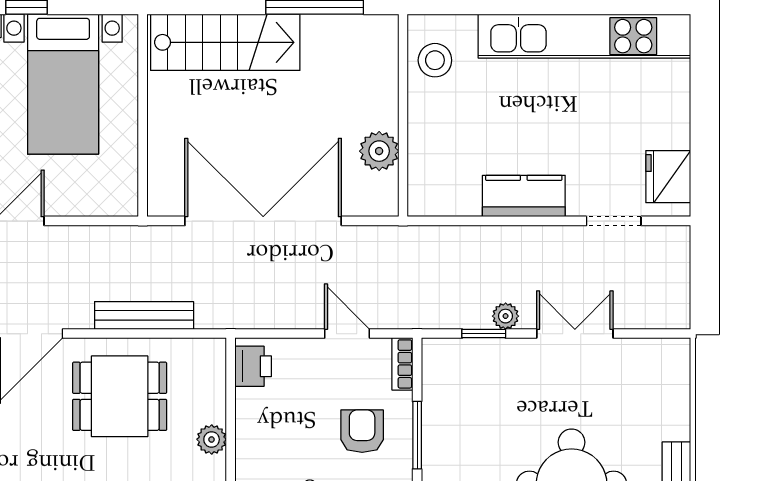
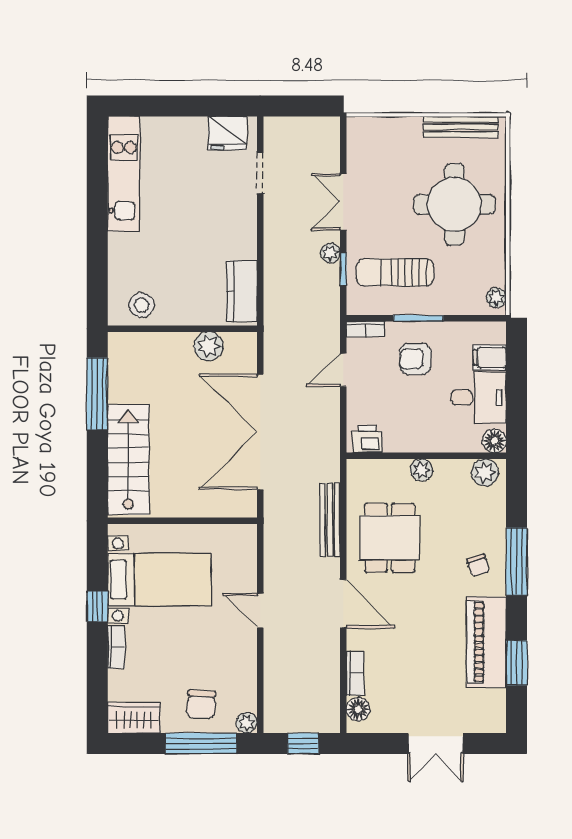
kitchen unit: (584, 36) -> (124, 174), width x0.73
kitchen counter: (524, 196) -> (242, 291), moved
sun lounger: (479, 404) -> (395, 272), added

